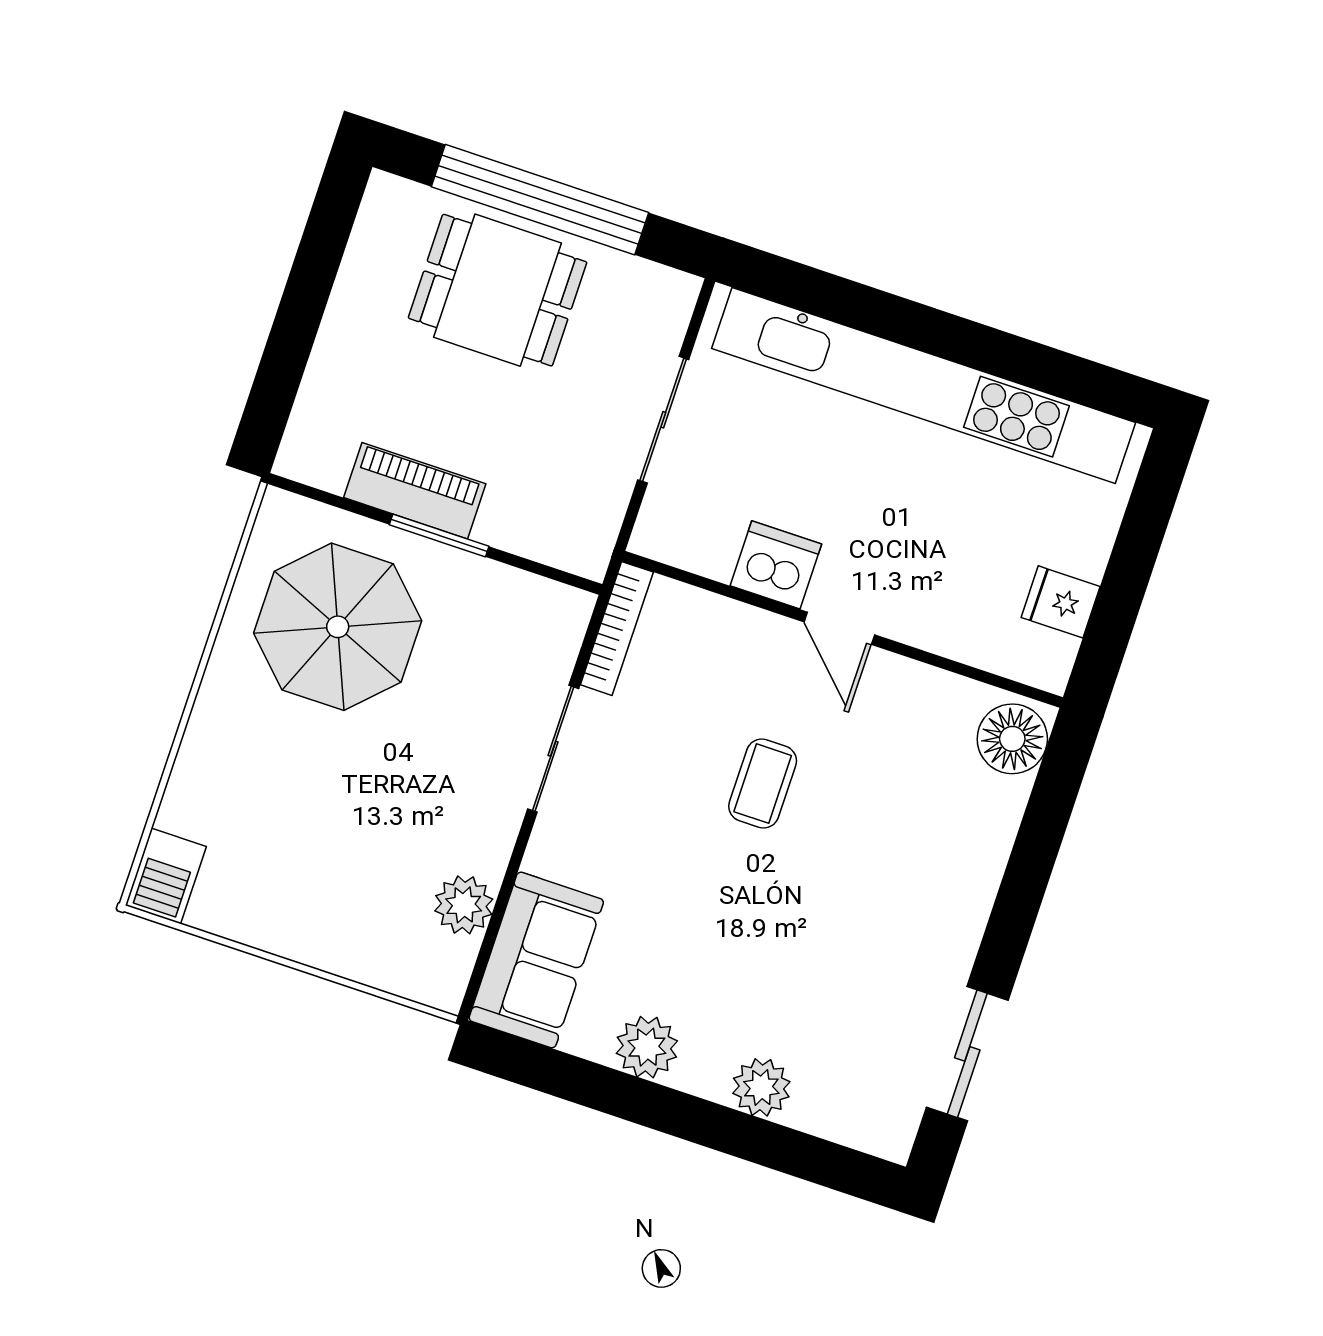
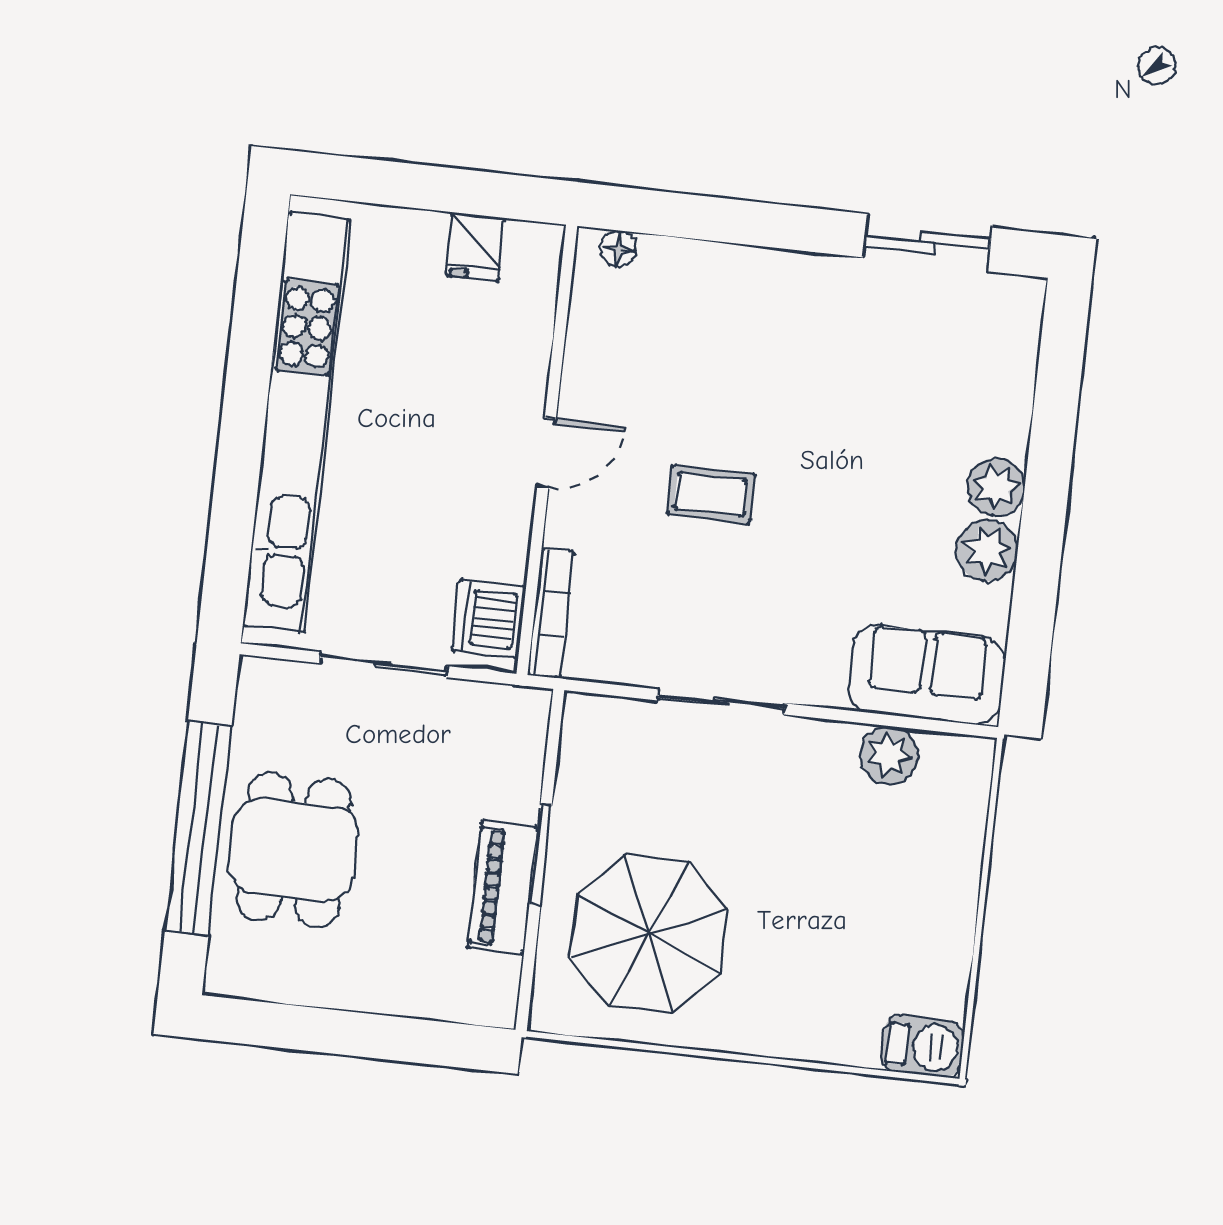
dishwasher: (776, 565) -> (489, 619), moved
bookcase: (617, 628) -> (551, 613), moved, turned 90
floor lamp: (1012, 739) -> (618, 249), width x0.53, depth x0.53
plant: (761, 1087) -> (996, 487), moved

